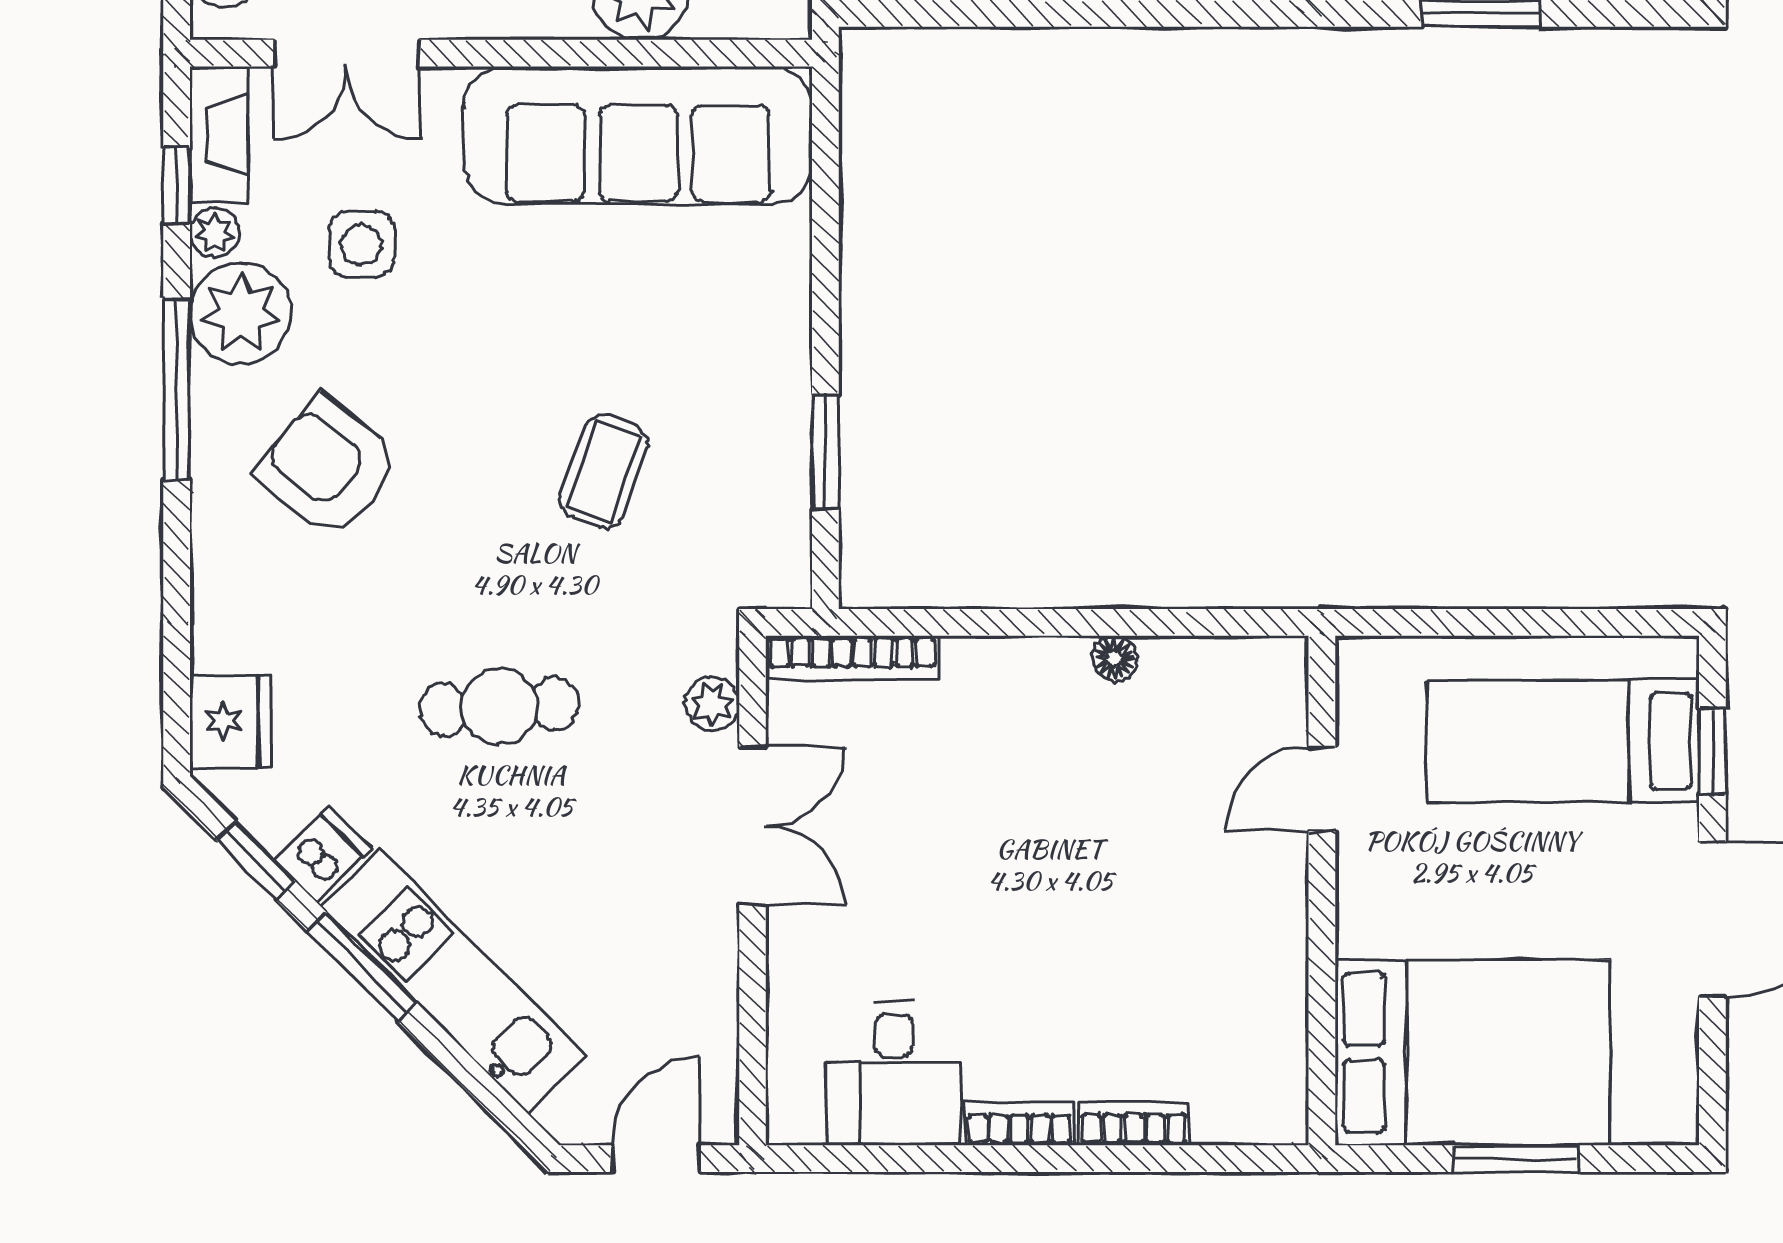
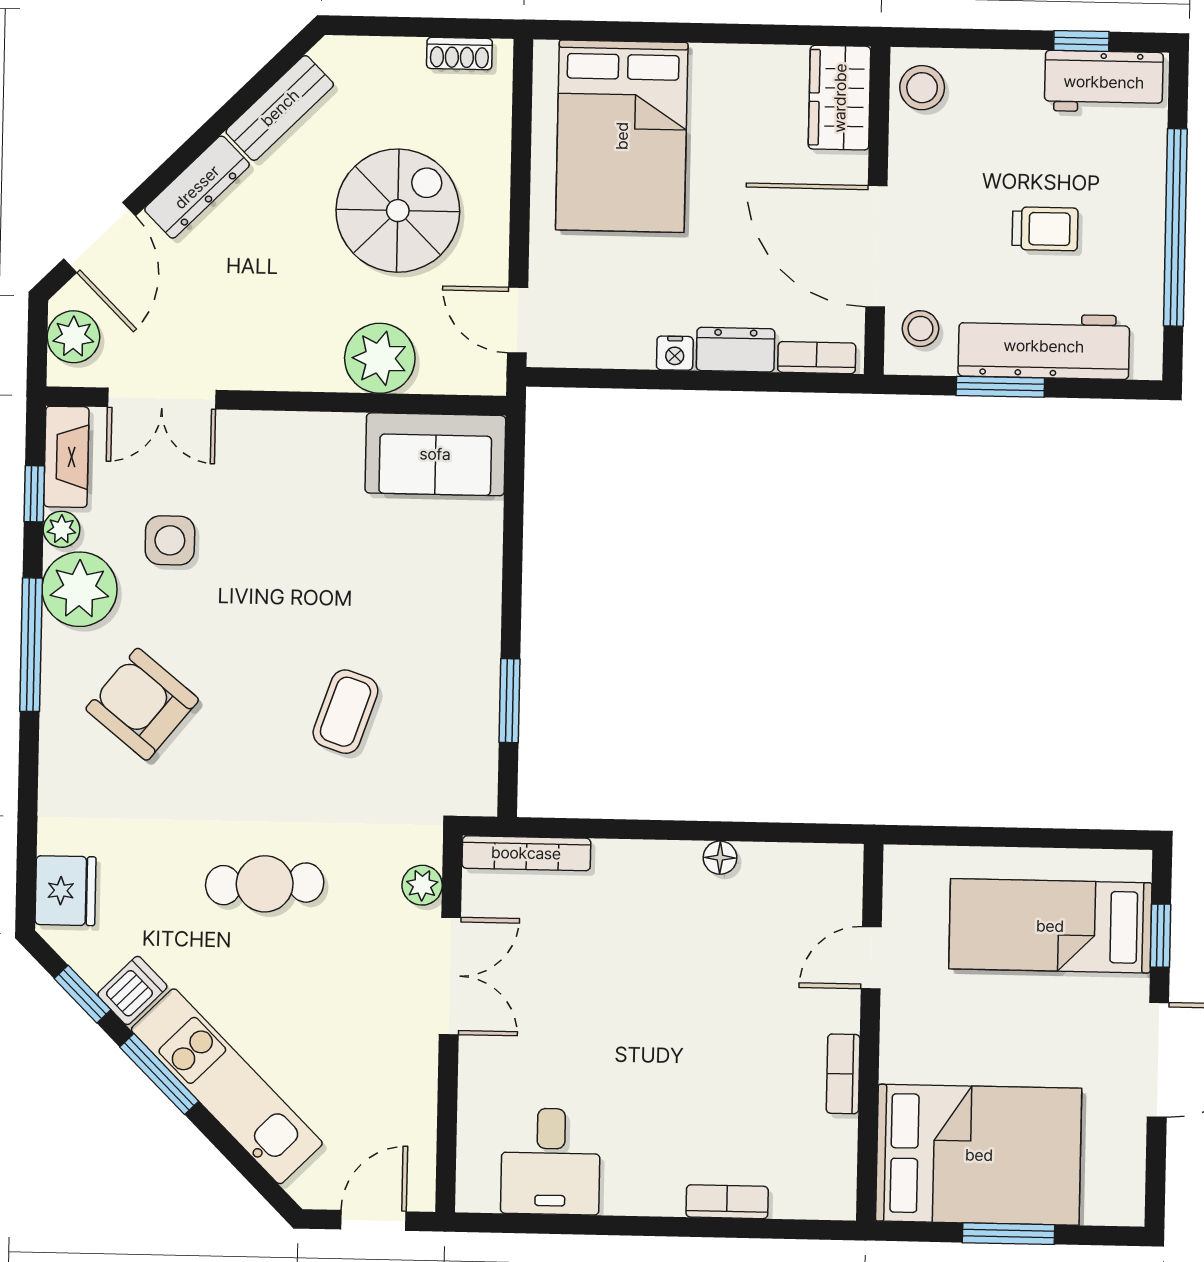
sofa: (638, 135) -> (435, 454), width x0.54, depth x0.79
bookcase: (1019, 1124) -> (843, 1074), moved, turned -90

